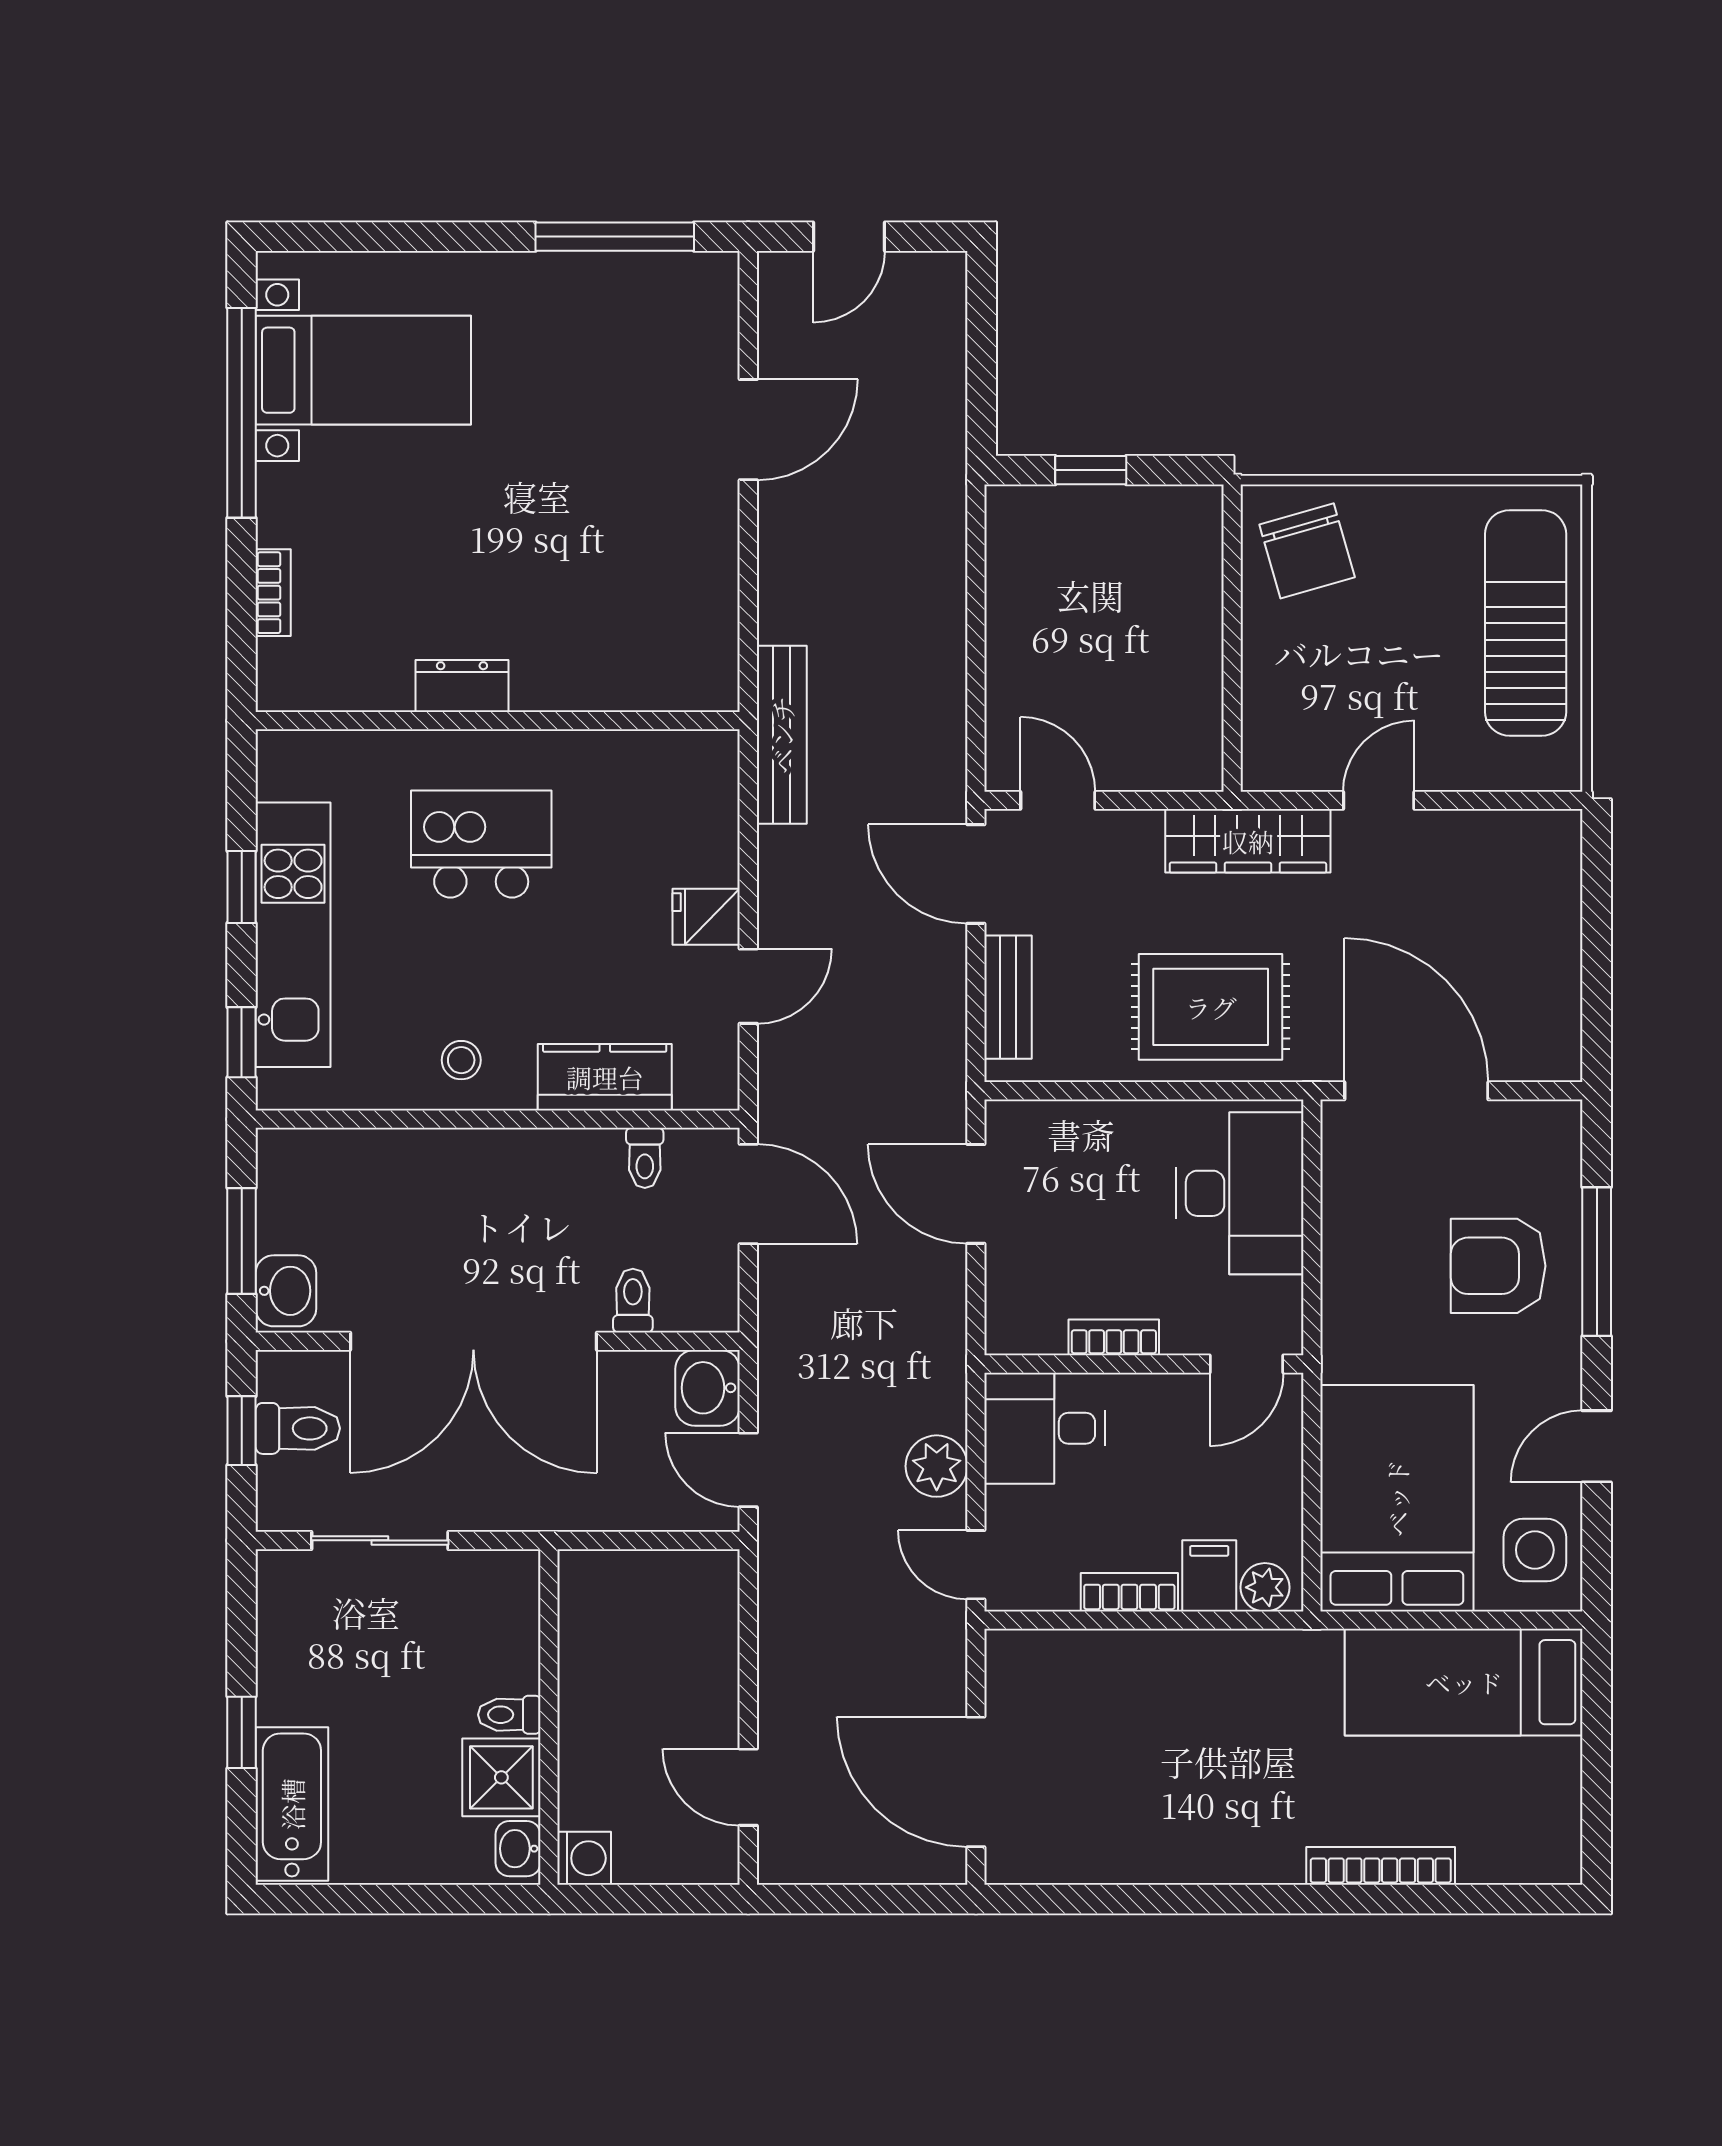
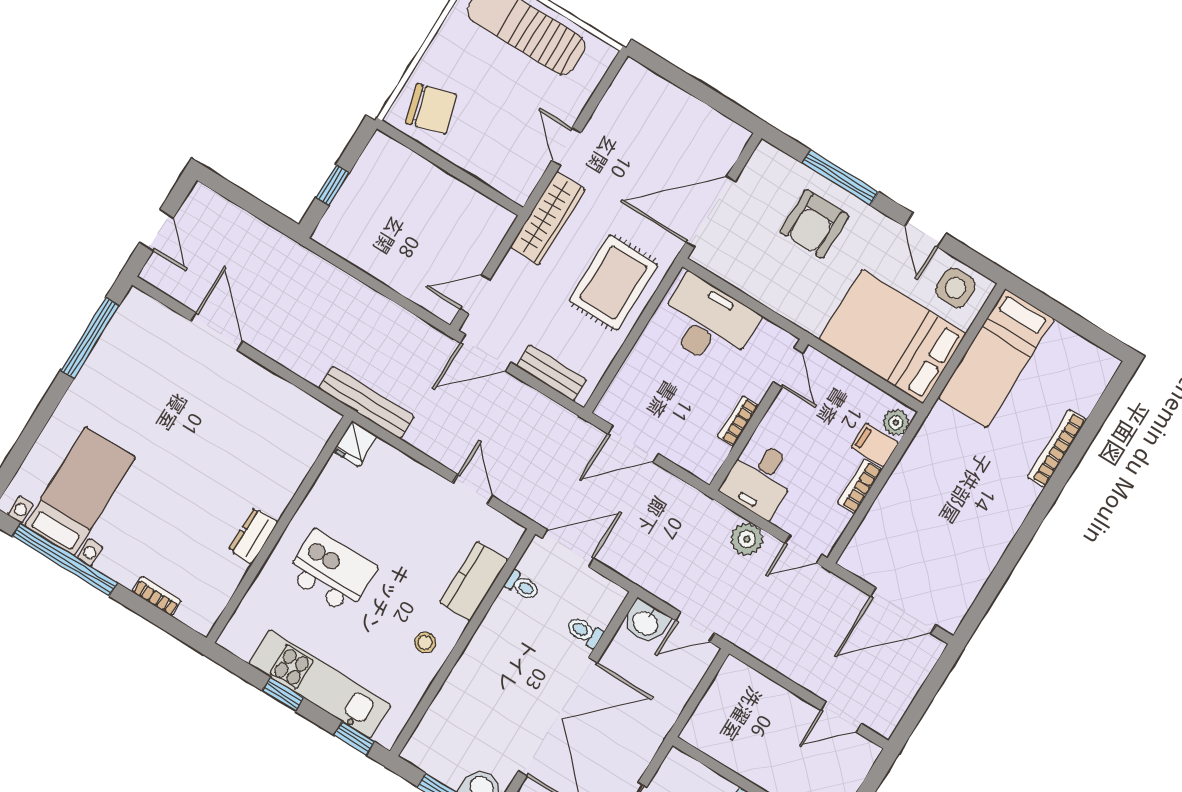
kitchen island: (481, 844) -> (331, 572), turned 90
fridge: (706, 917) -> (355, 444), moved

